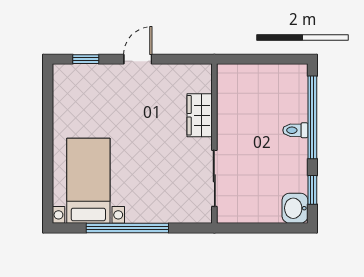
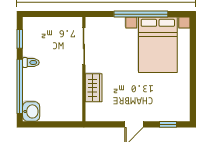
toilet: (295, 130) -> (31, 62), moved
bed with nightstands: (88, 181) -> (158, 45), width x1.36
washbasin: (295, 208) -> (31, 111), moved

